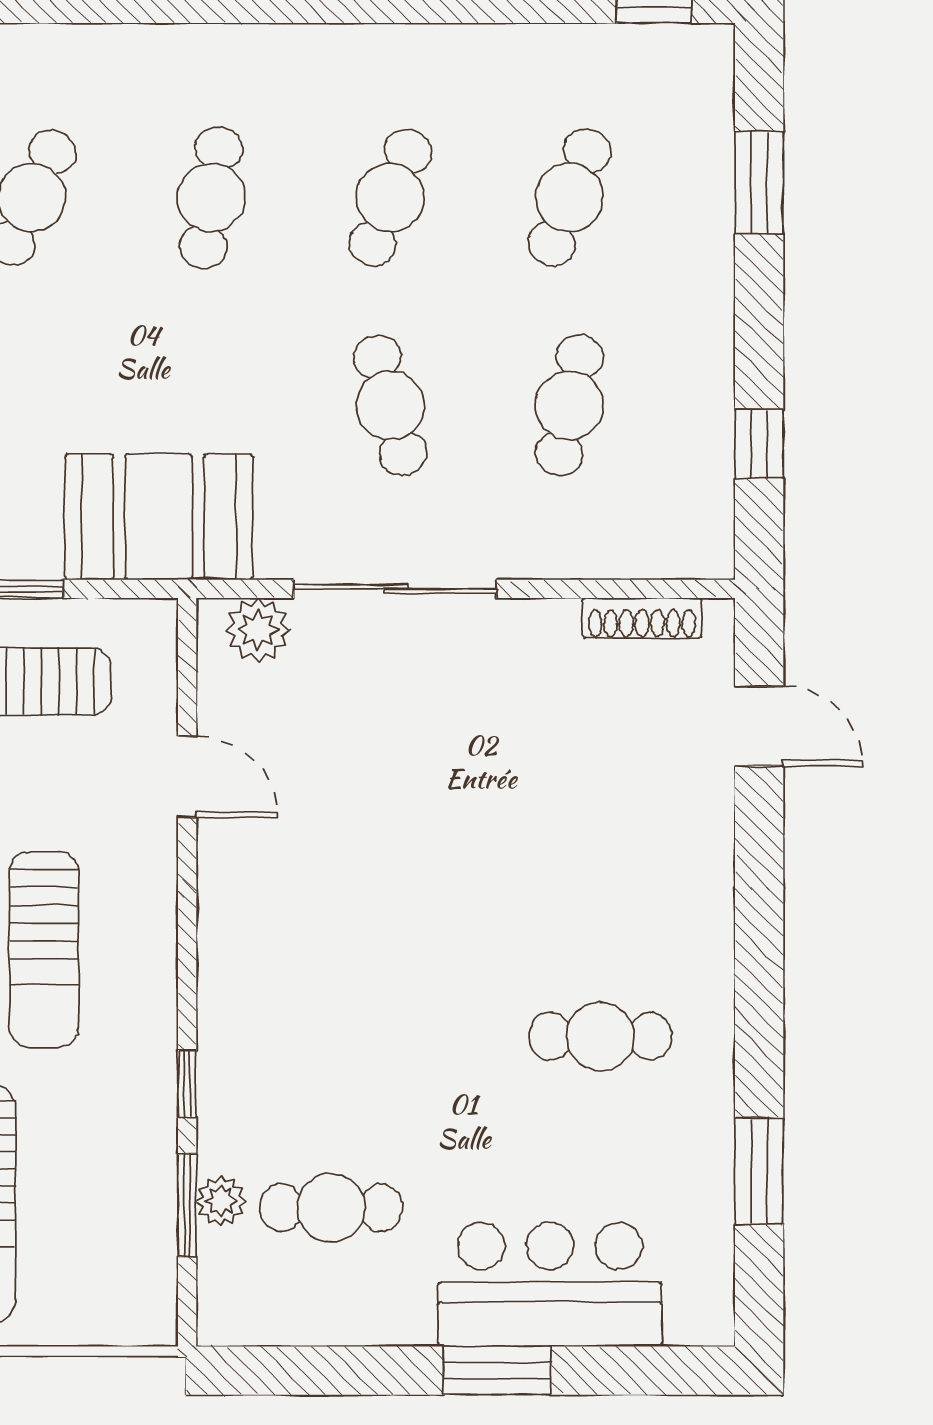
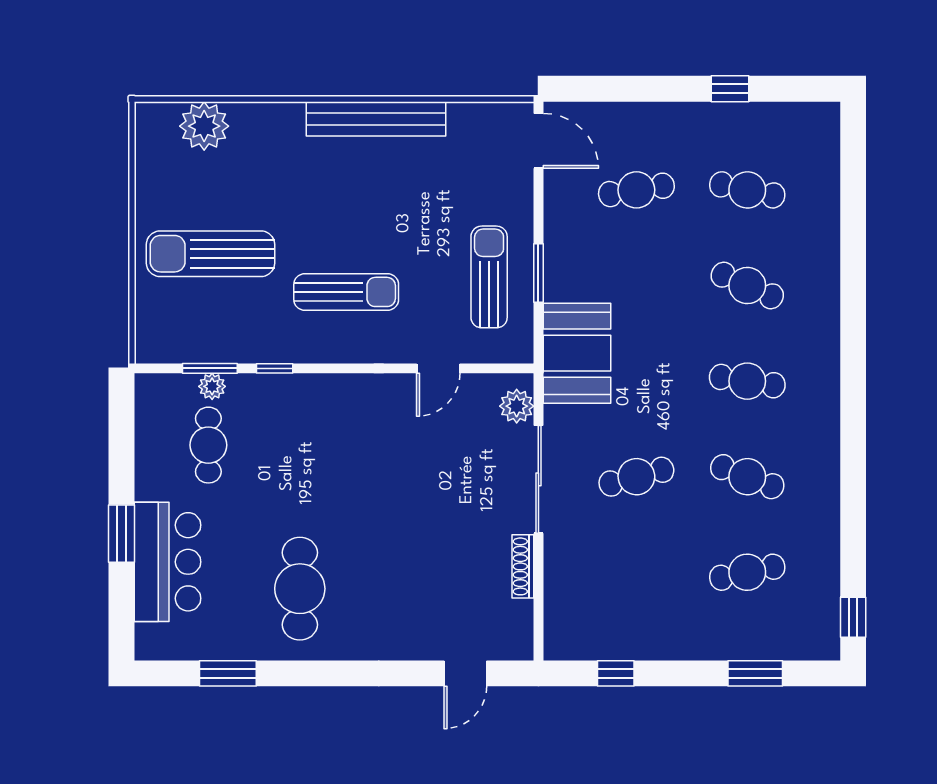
cafe table: (569, 198) -> (747, 572), turned -33
cafe table: (569, 405) -> (636, 572), removed
shoe rack: (642, 618) -> (523, 566), moved
sun lounger: (44, 949) -> (346, 292), turned 180
cafe table: (600, 1036) -> (300, 589), width x1.37, depth x1.35

